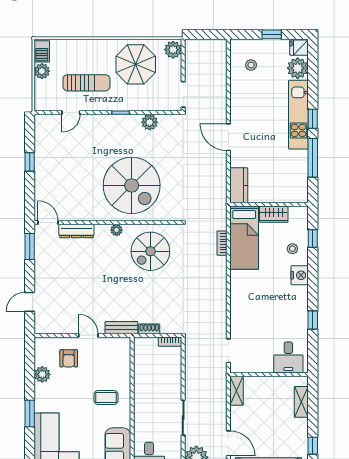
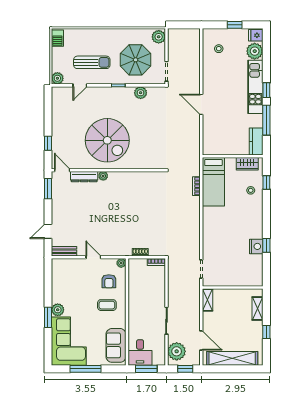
parasol: (136, 64) -> (136, 60), moved
plant: (42, 71) -> (57, 78), moved
window: (30, 162) -> (48, 143), moved
spiral stairs: (132, 185) -> (107, 140), moved
kitchen counter: (239, 185) -> (256, 141), moved, turned 180
wardrobe: (274, 214) -> (247, 164), moved
plant: (116, 230) -> (103, 176), moved
spiral stairs: (150, 251) -> (141, 192), removed
nightstand: (300, 275) -> (256, 246), moved
bench: (121, 328) -> (64, 251), moved
plant: (125, 343) -> (121, 263), added
desk: (288, 357) -> (248, 274), removed
armchair: (69, 358) -> (109, 281), moved
plant: (42, 374) -> (58, 310), moved
window: (313, 446) -> (266, 332), moved

